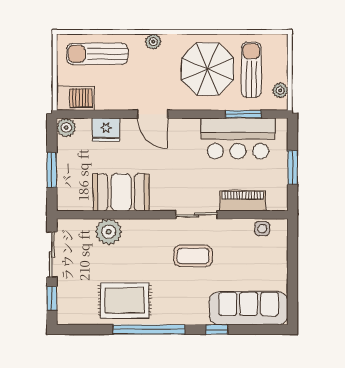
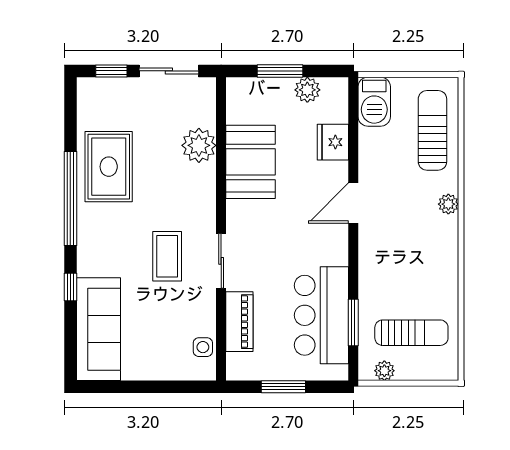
parasol: (208, 69) -> (412, 275), removed
plant: (66, 127) -> (307, 90), moved

